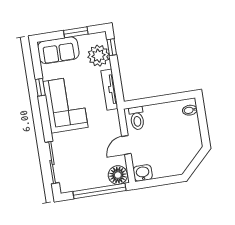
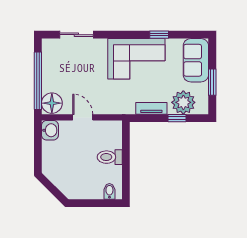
window: (112, 47) -> (177, 118), moved
tv unit: (109, 90) -> (151, 108), width x0.71
toilet: (137, 118) -> (110, 157), moved
sliding door: (52, 162) -> (76, 35), width x0.73

